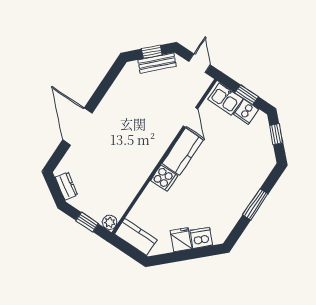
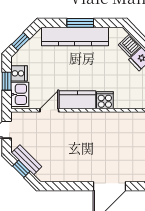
kitchen counter: (246, 190) -> (75, 37), added

